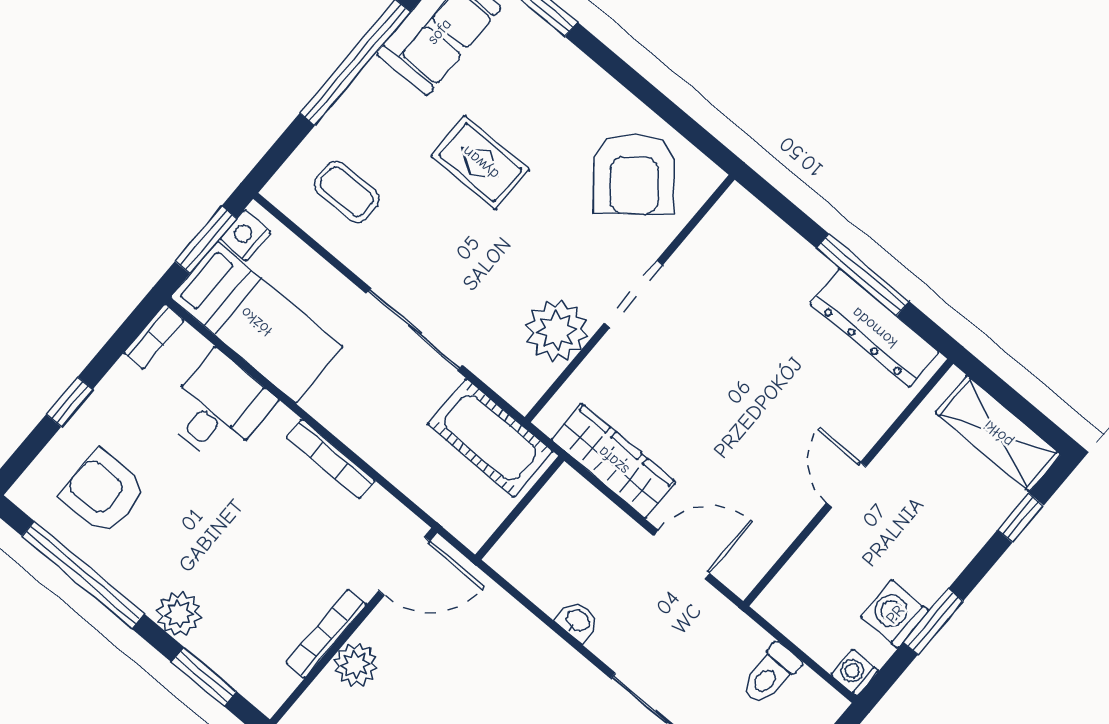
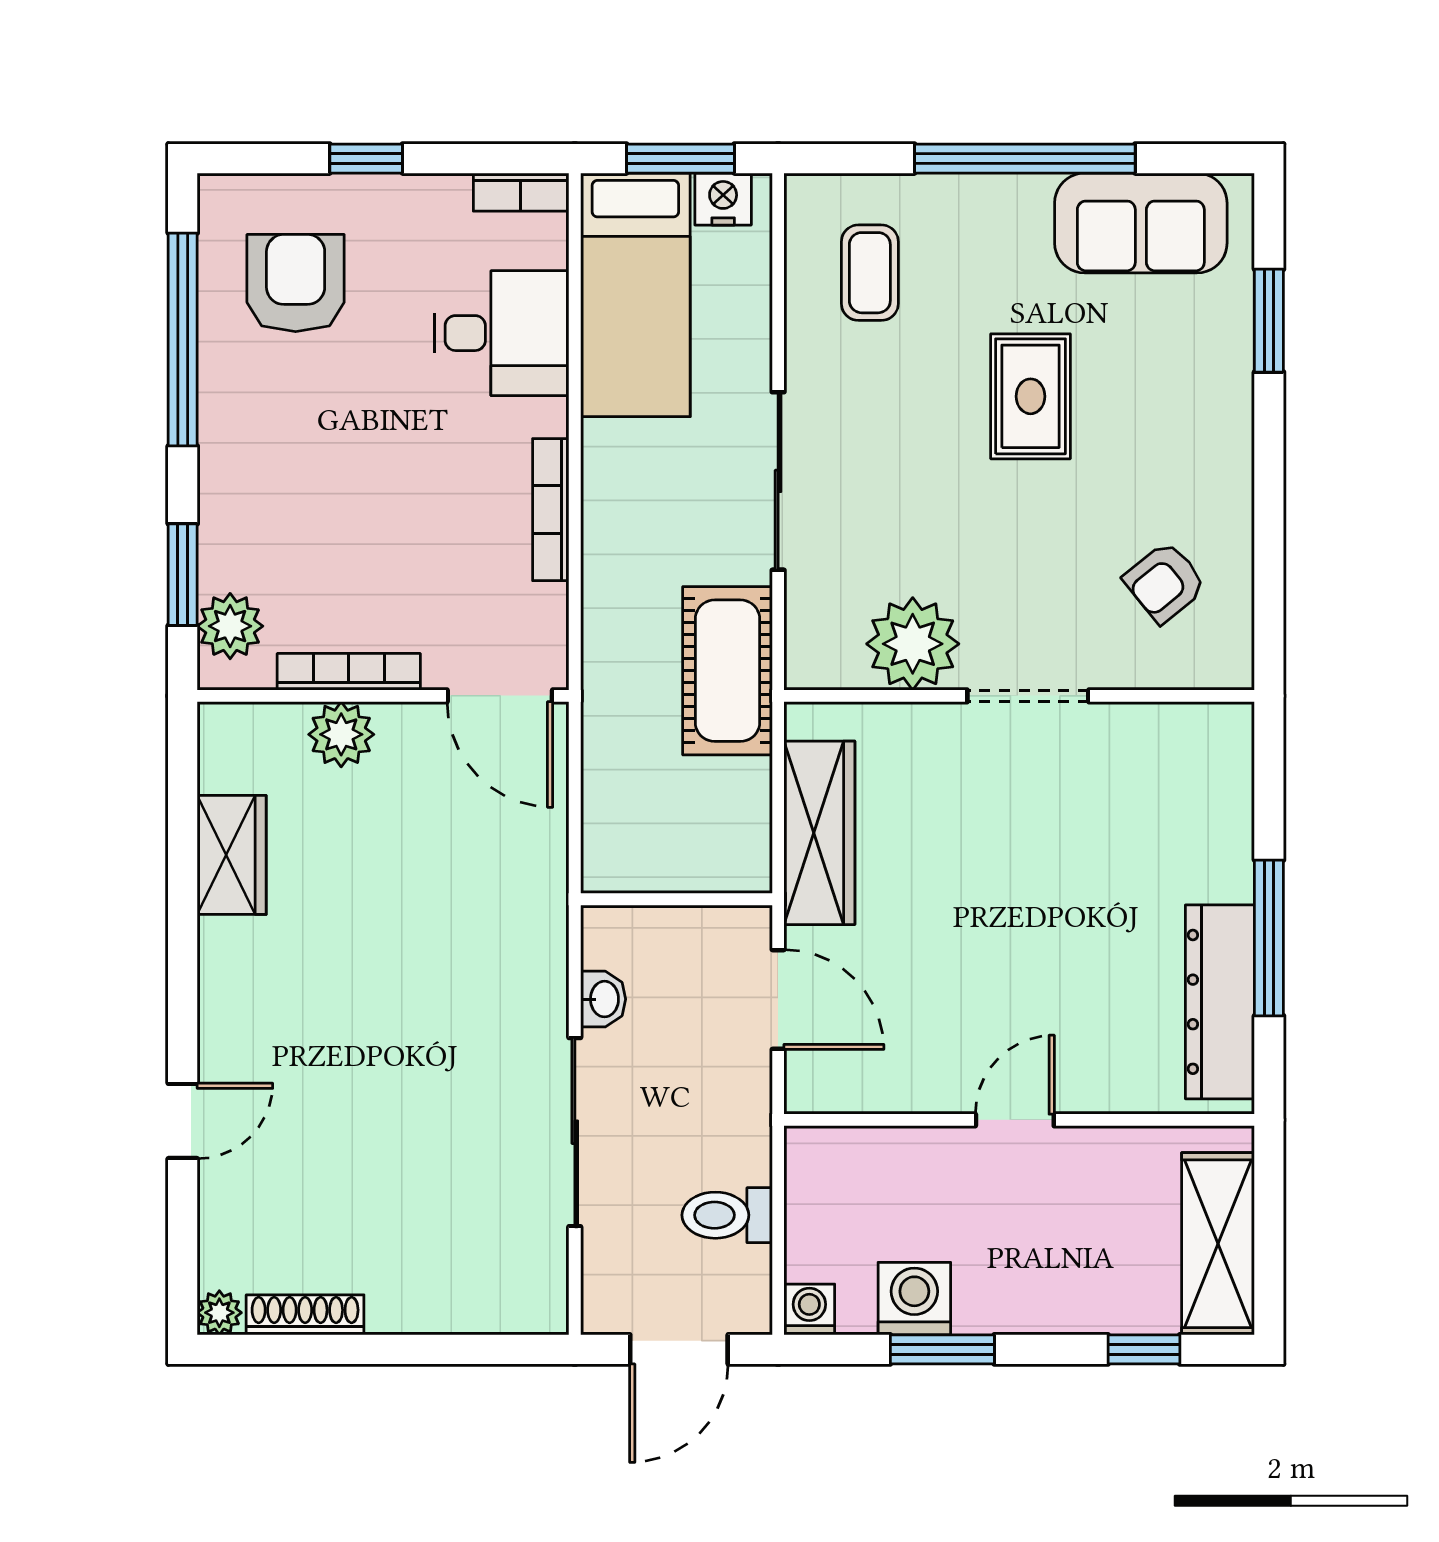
armchair: (634, 174) -> (1165, 582), width x0.53, depth x0.53
wall: (520, 508) -> (676, 899), moved
plant: (179, 614) -> (230, 626), moved
washbasin: (578, 621) -> (603, 999), moved

